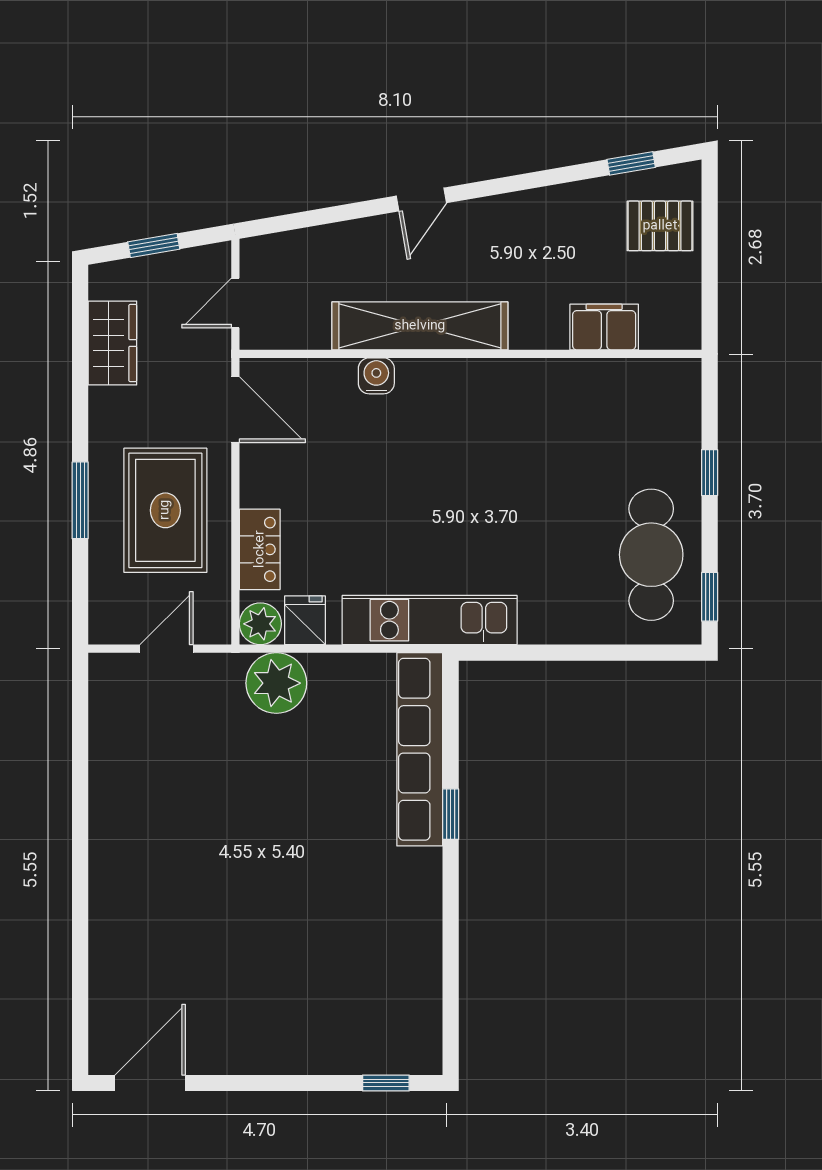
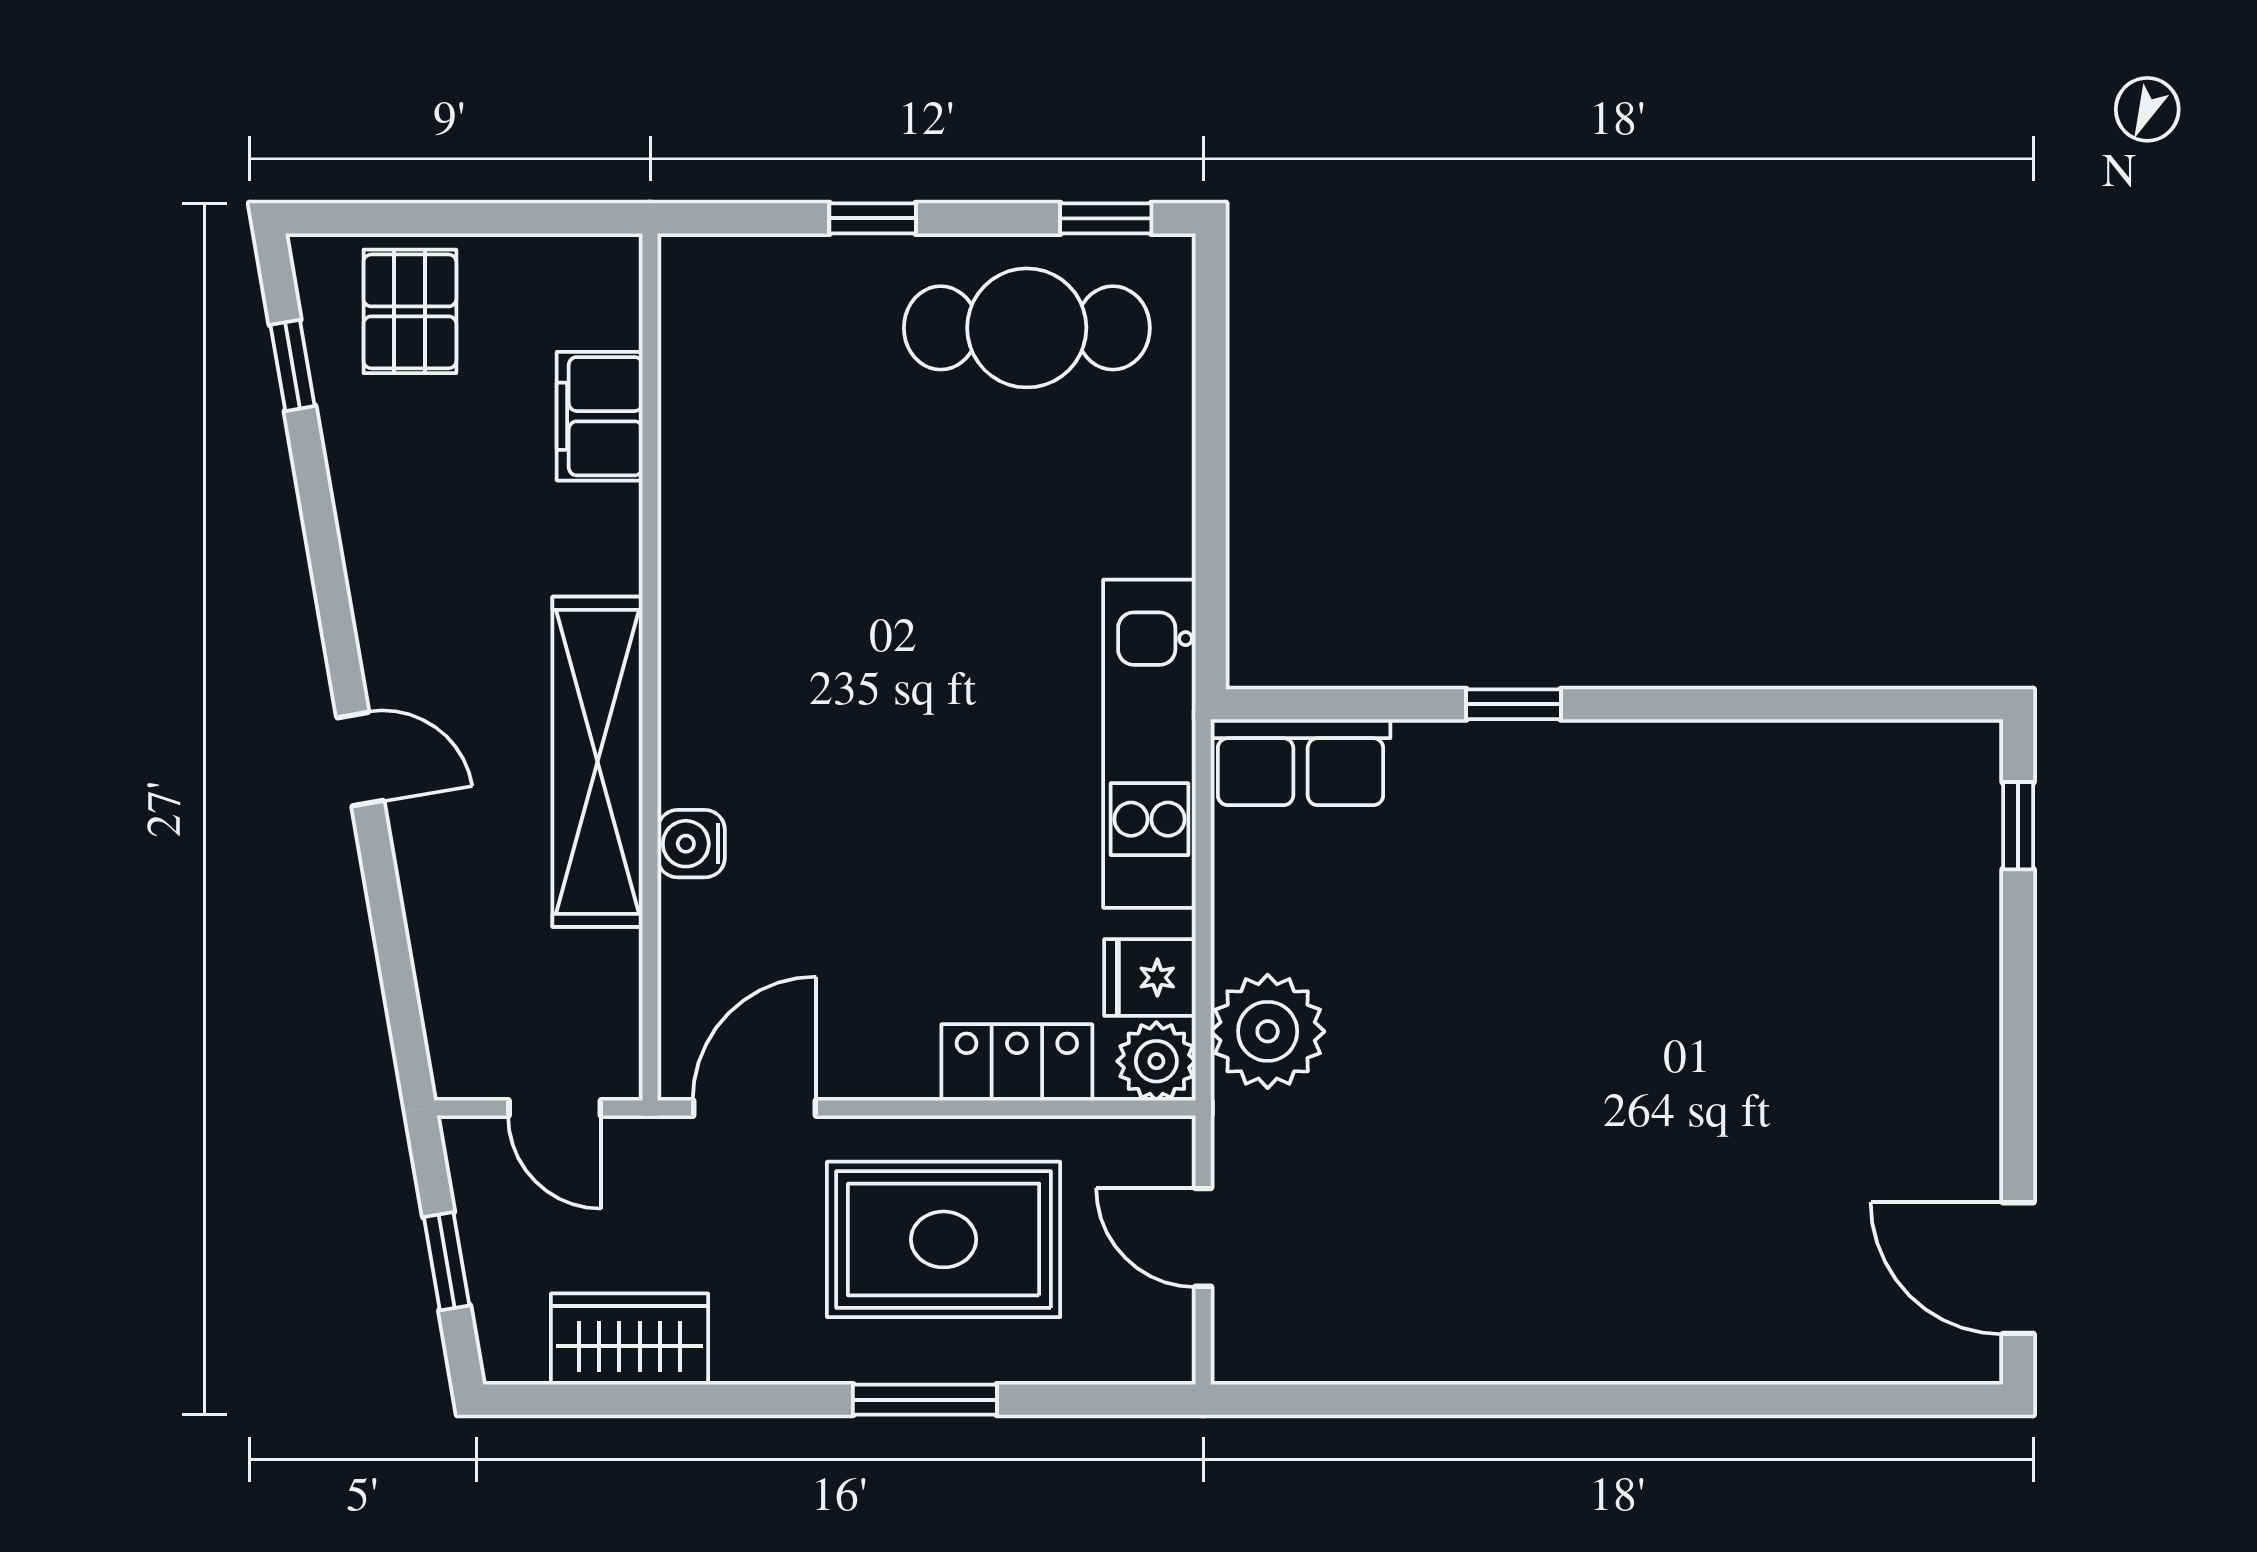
row of seats: (420, 749) -> (1301, 762), width x0.50

